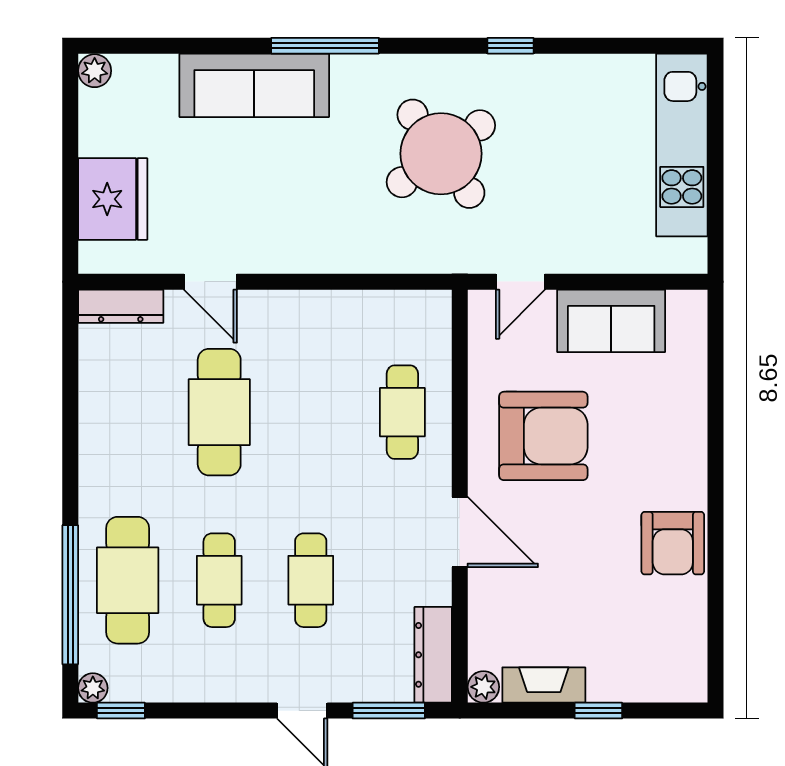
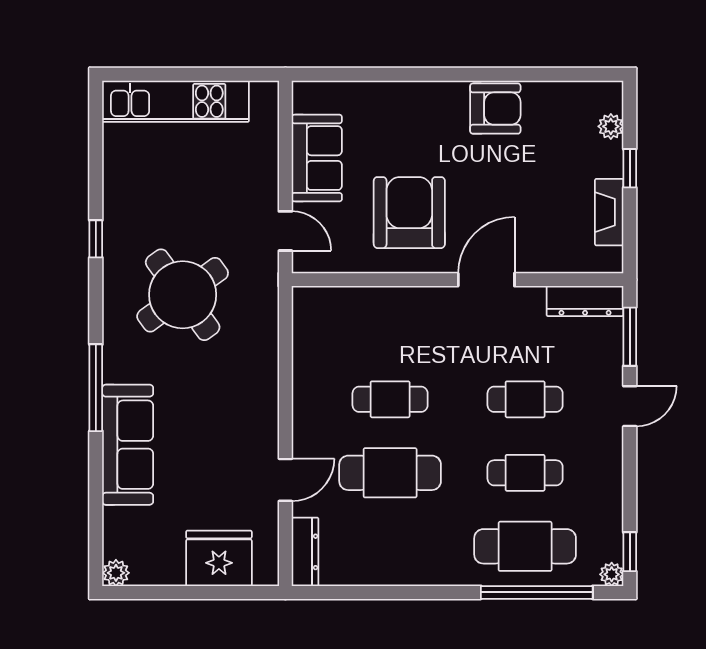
cafe table: (402, 412) -> (390, 399), moved
plant: (483, 687) -> (611, 126), moved

